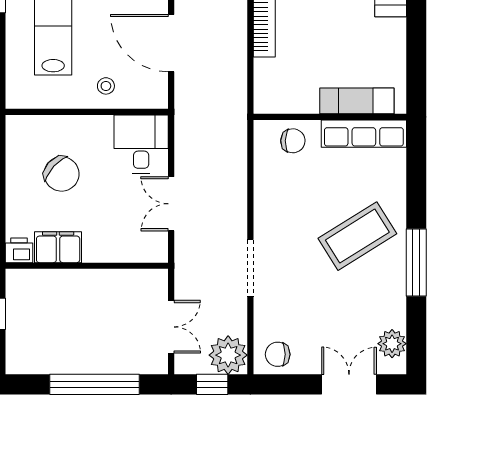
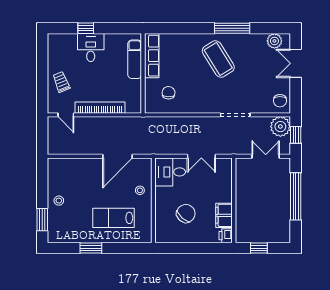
exam couch: (357, 101) -> (135, 59), moved
wall: (330, 117) -> (143, 73), moved
row of seats: (364, 134) -> (152, 56), moved

